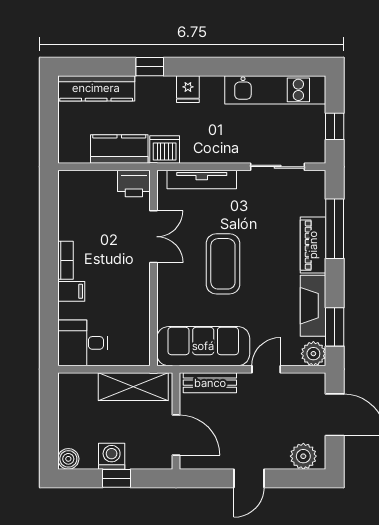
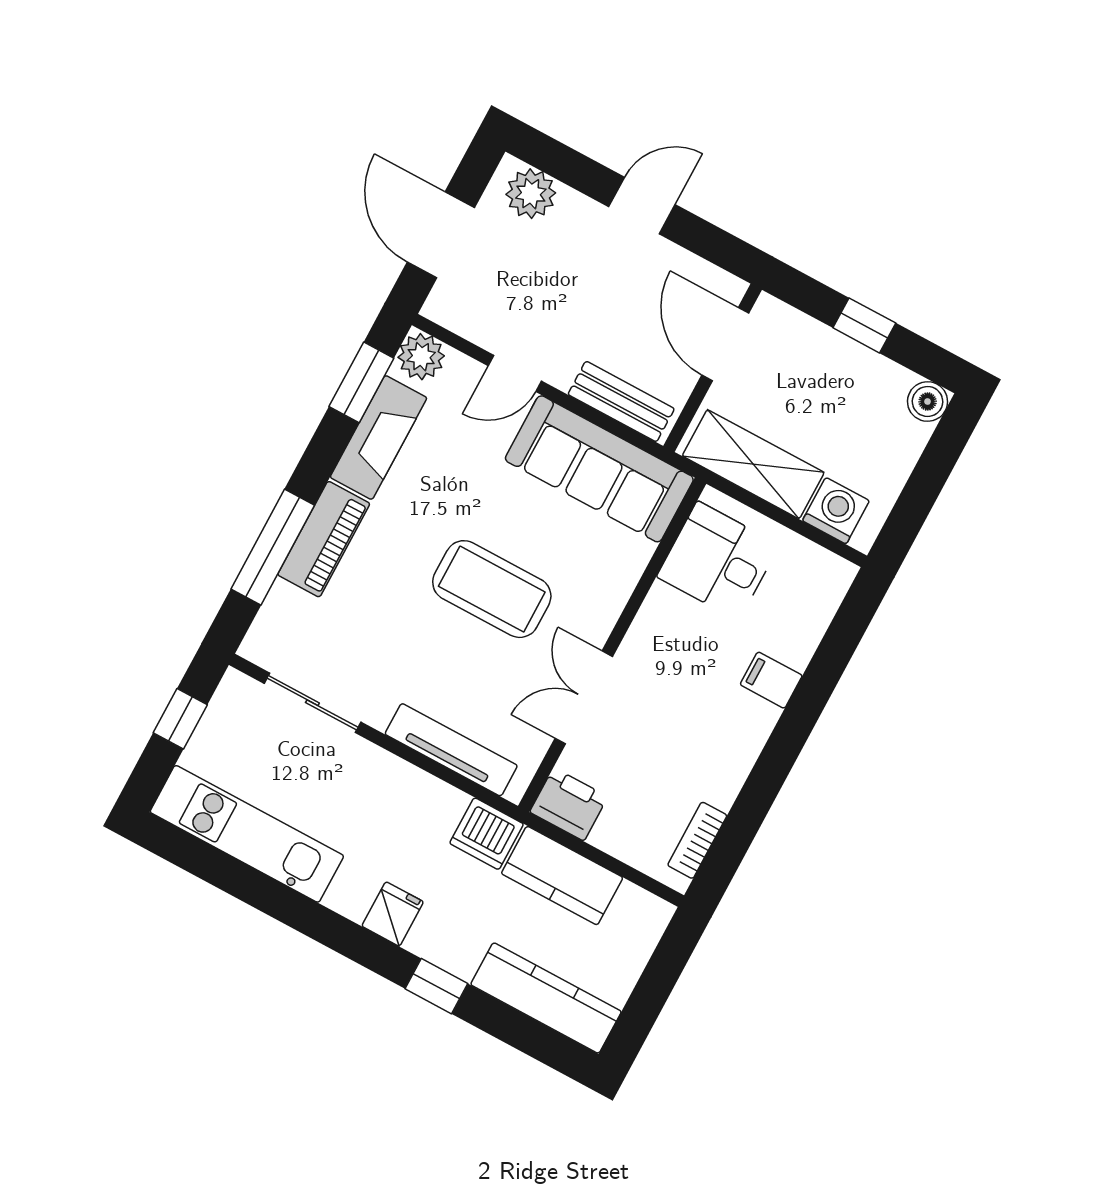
bookcase: (66, 260) -> (697, 840), moved
coffee table: (223, 264) -> (492, 589), turned 90
desk: (83, 343) -> (718, 561), moved, turned 180
washing machine: (112, 456) -> (836, 511), moved, turned 180

